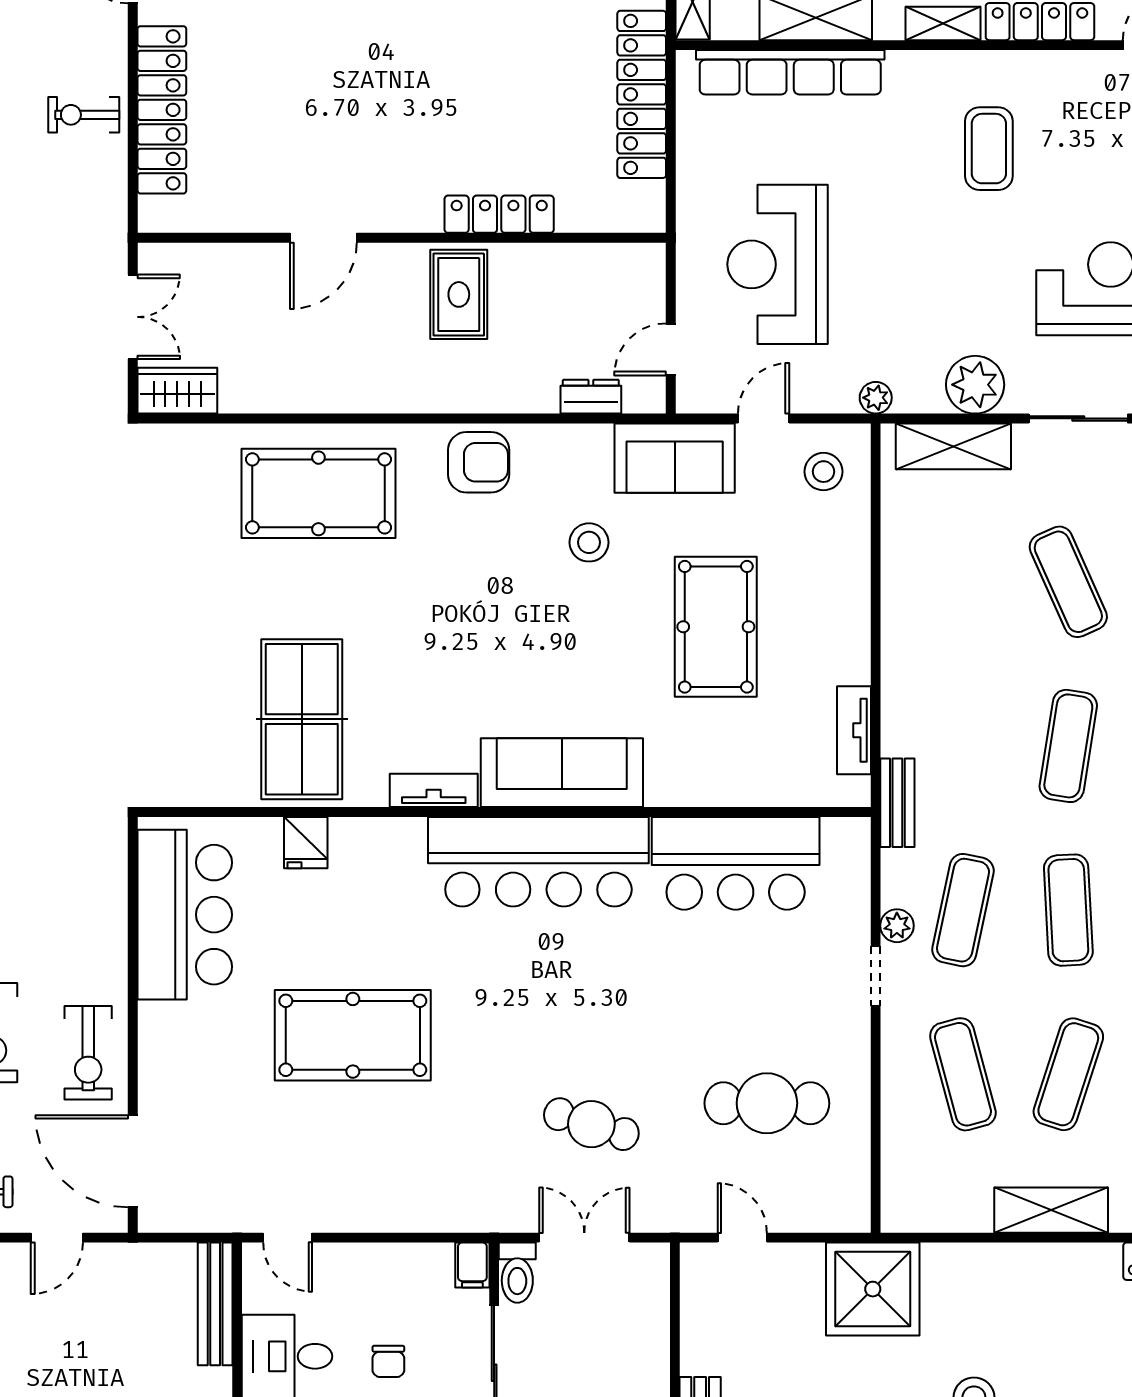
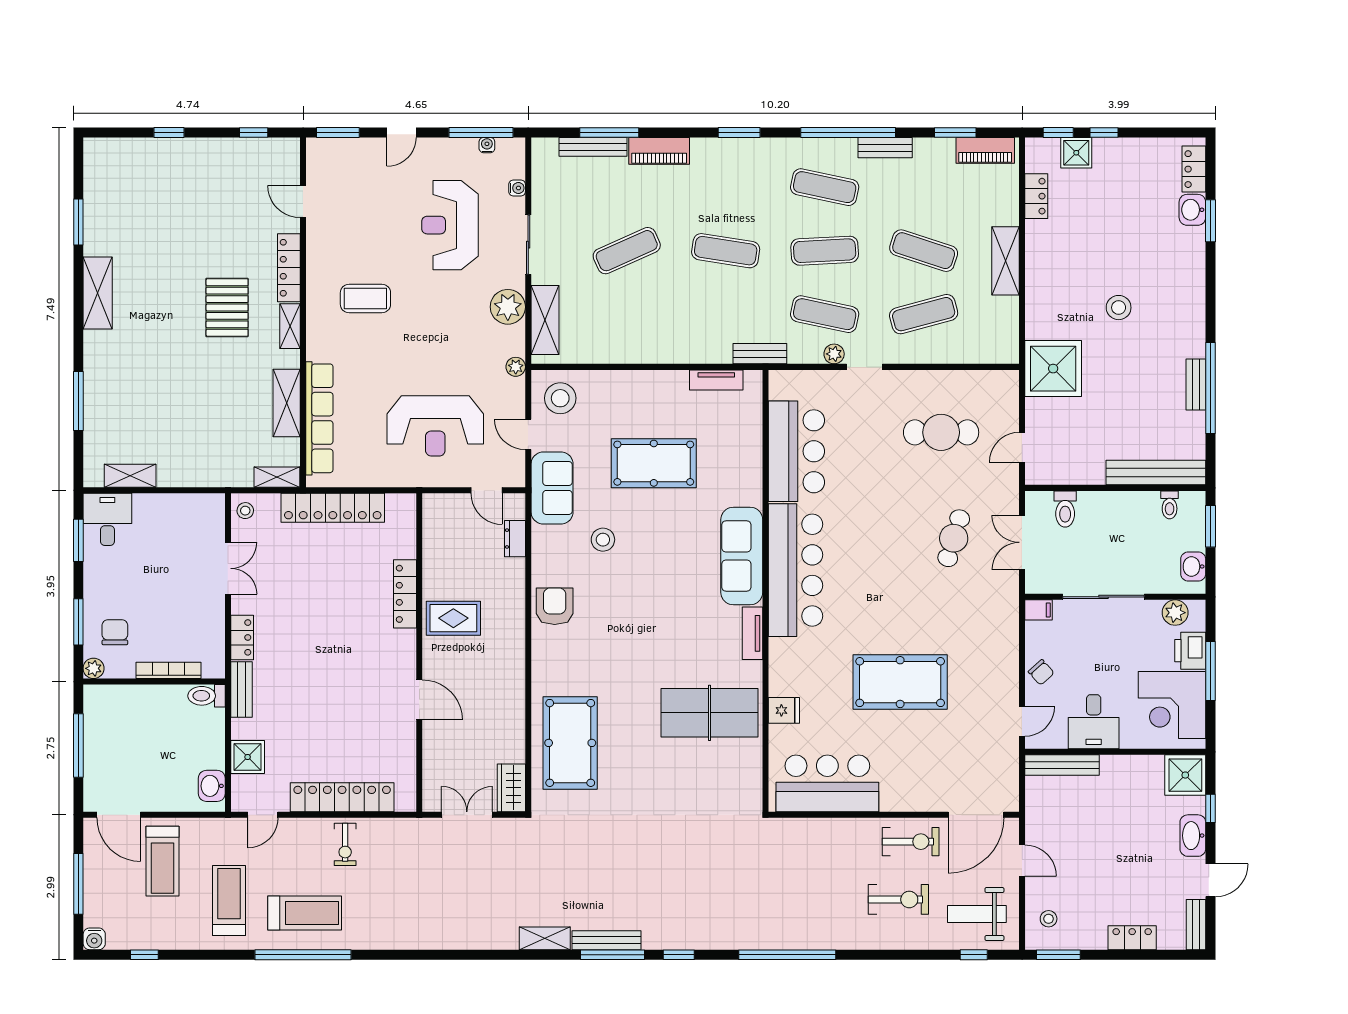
stool: (824, 472) -> (560, 398), width x1.38, depth x1.38
pool table: (318, 493) -> (570, 743), moved
pool table: (353, 1035) -> (900, 682), turned 90
cafe table: (767, 1103) -> (941, 432), turned 90
toilet: (517, 1273) -> (1065, 509), moved, turned 90
chair: (388, 1361) -> (1041, 672), moved, turned 48

